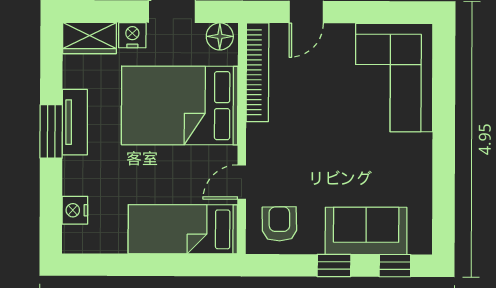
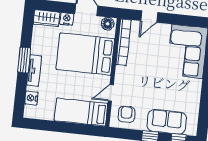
tv unit: (75, 122) -> (34, 71), moved

